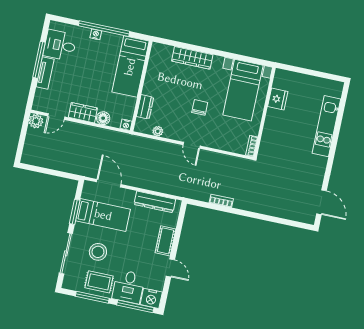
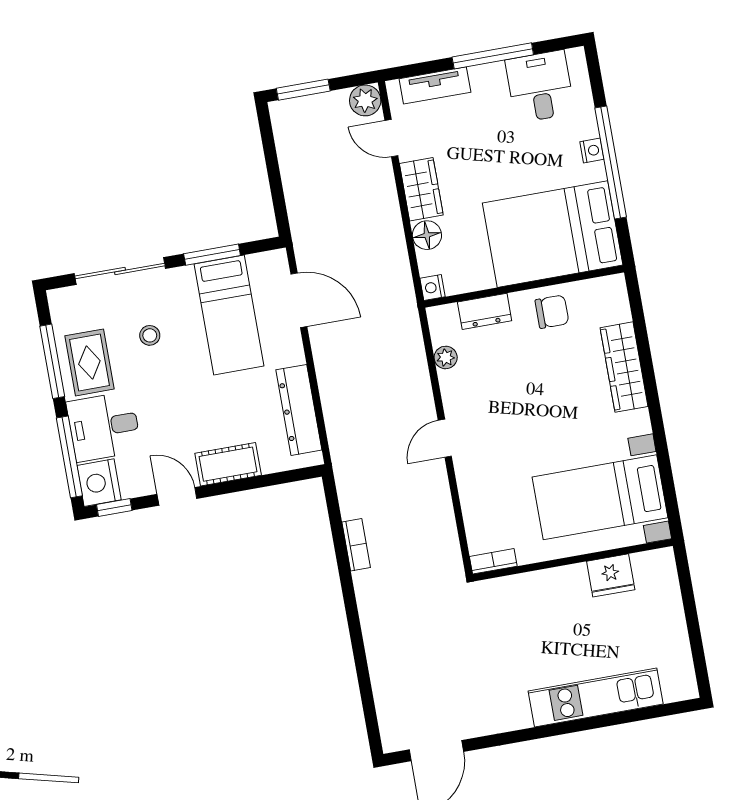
bed: (130, 67) -> (553, 234), width x1.50
tv unit: (45, 73) -> (435, 85), moved
chair: (200, 107) -> (552, 312), moved
window: (21, 145) -> (303, 90), added
door: (109, 183) -> (299, 300), hinge flipped
stool: (98, 252) -> (150, 335), width x0.53, depth x0.53
door: (170, 268) -> (177, 496), swing flipped
window: (164, 296) -> (114, 508), added

